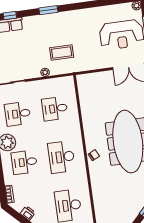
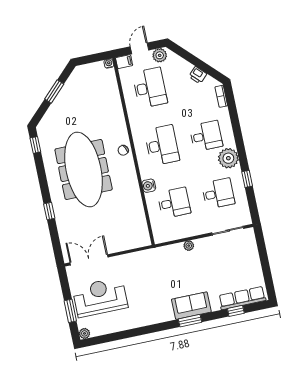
sofa: (46, 23) -> (191, 306), added
coffee table: (62, 53) -> (170, 271), removed
water cooler: (75, 124) -> (149, 186), added

